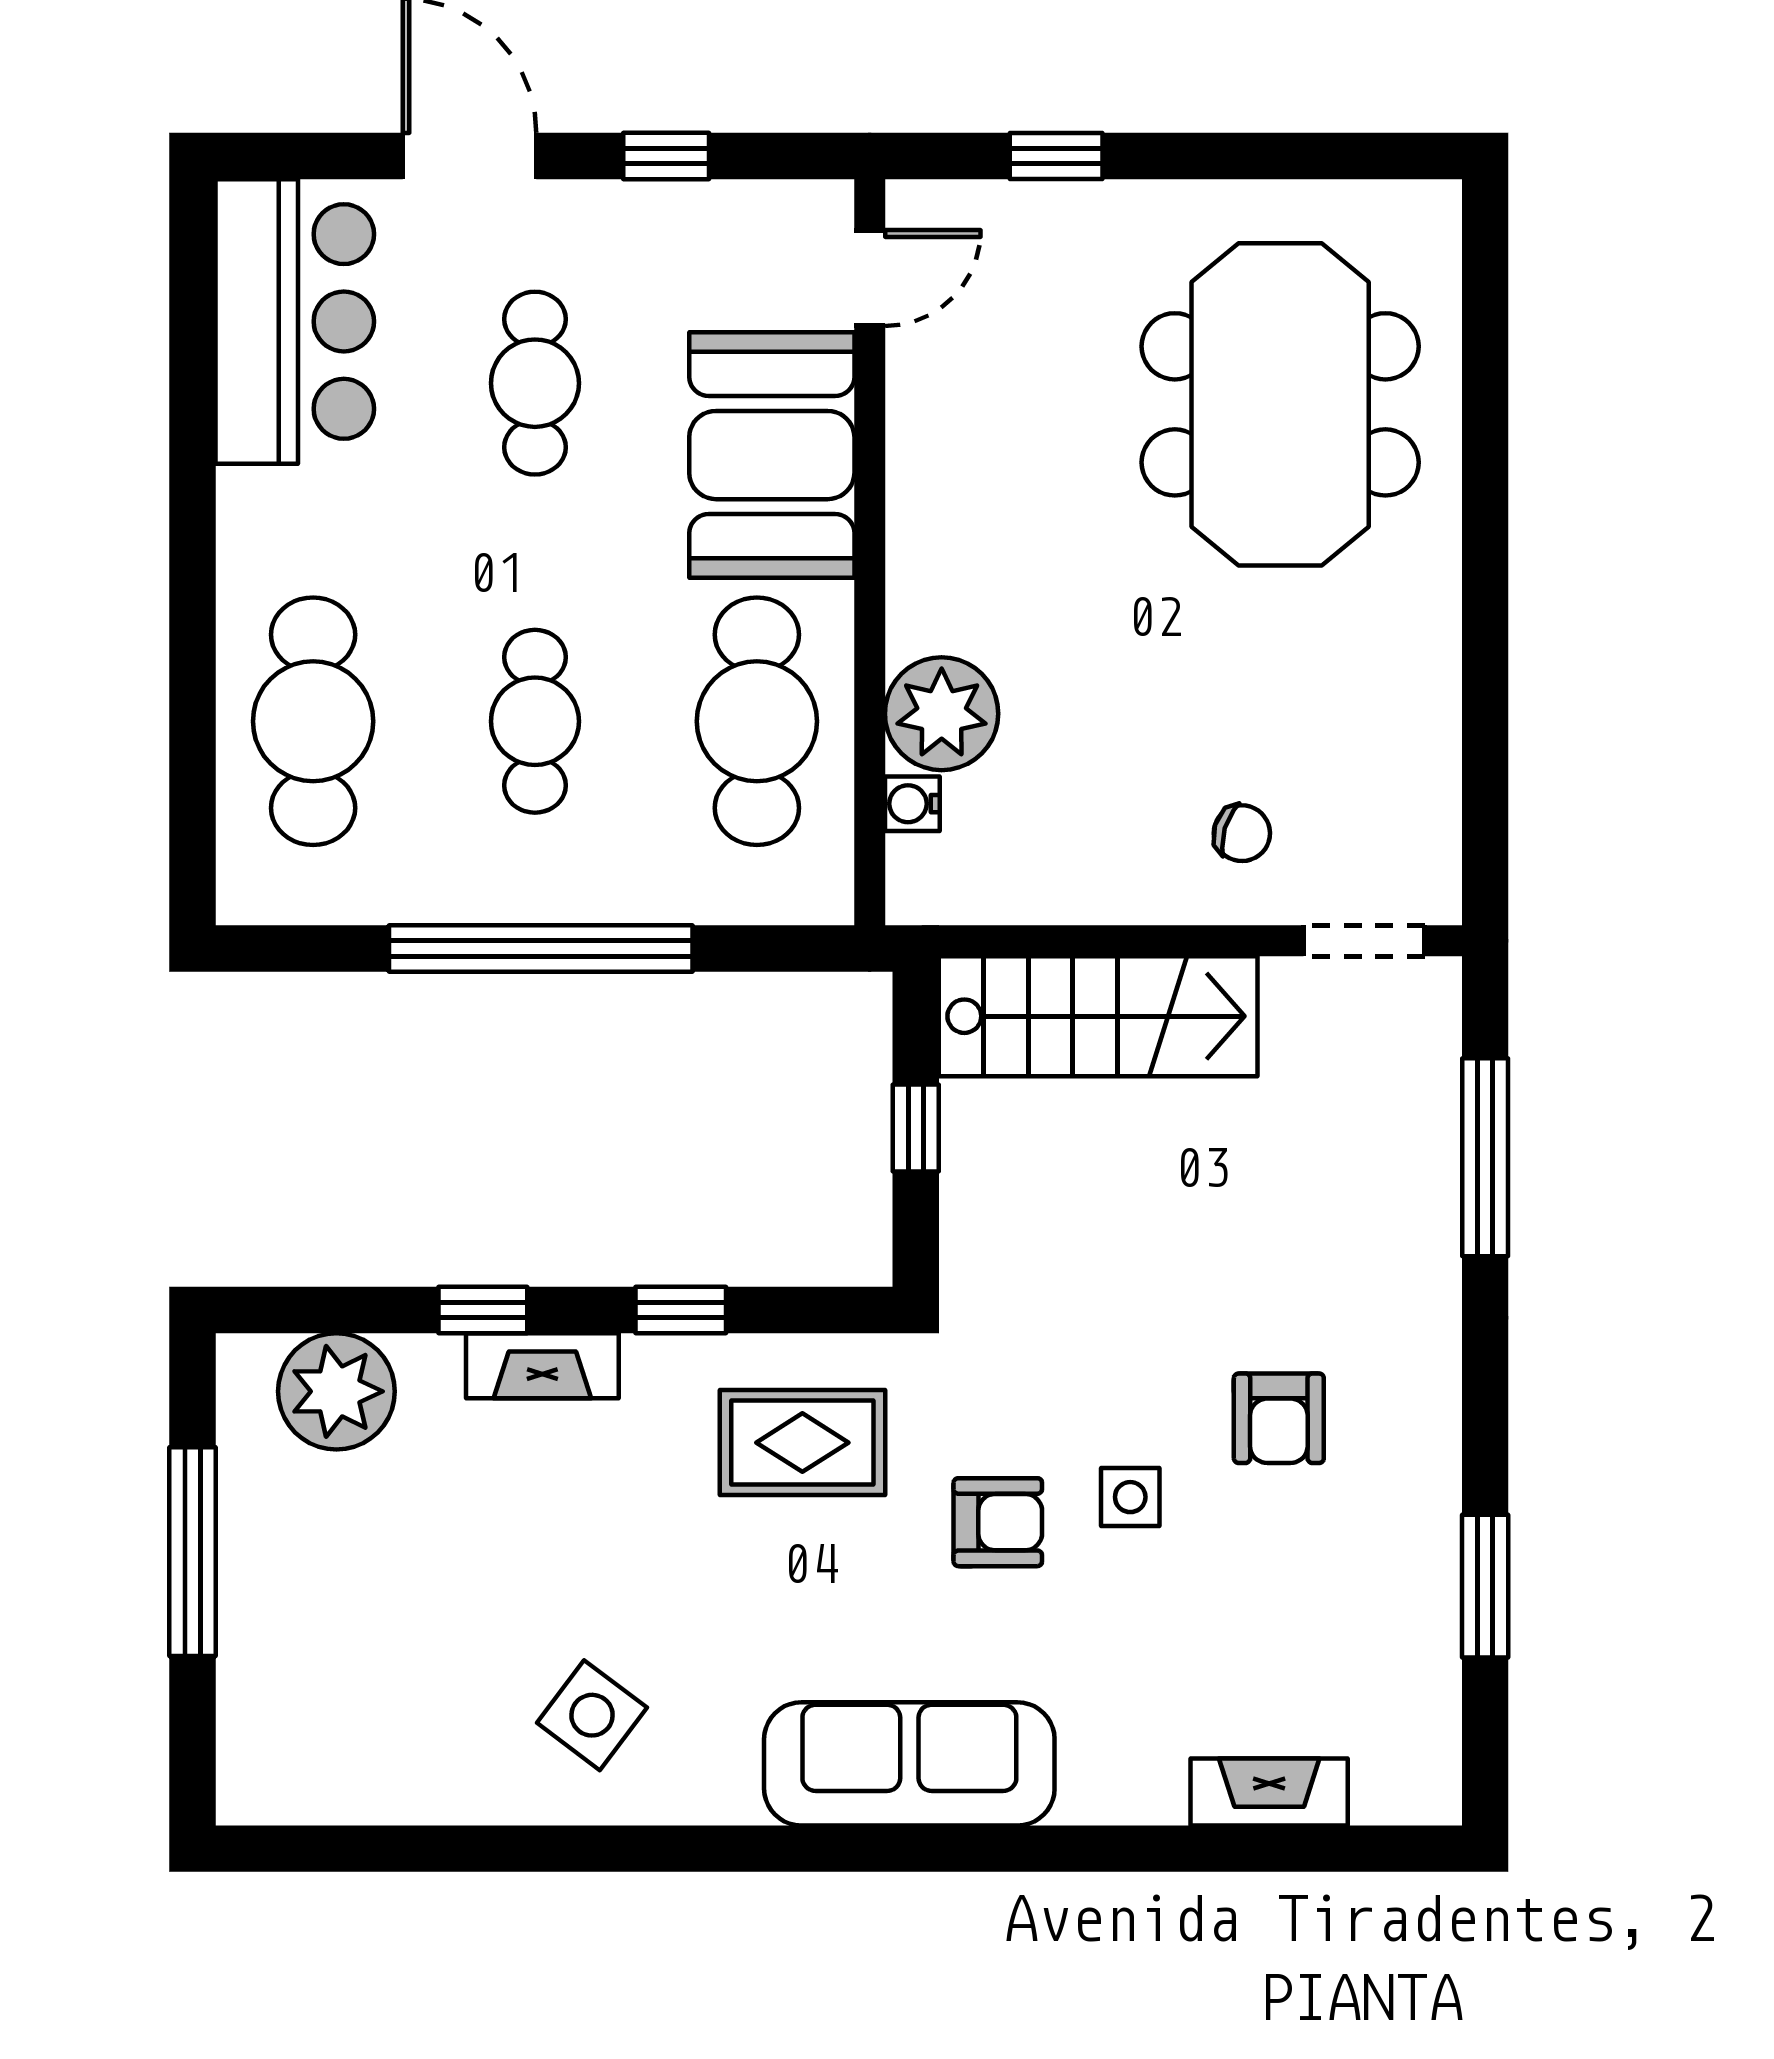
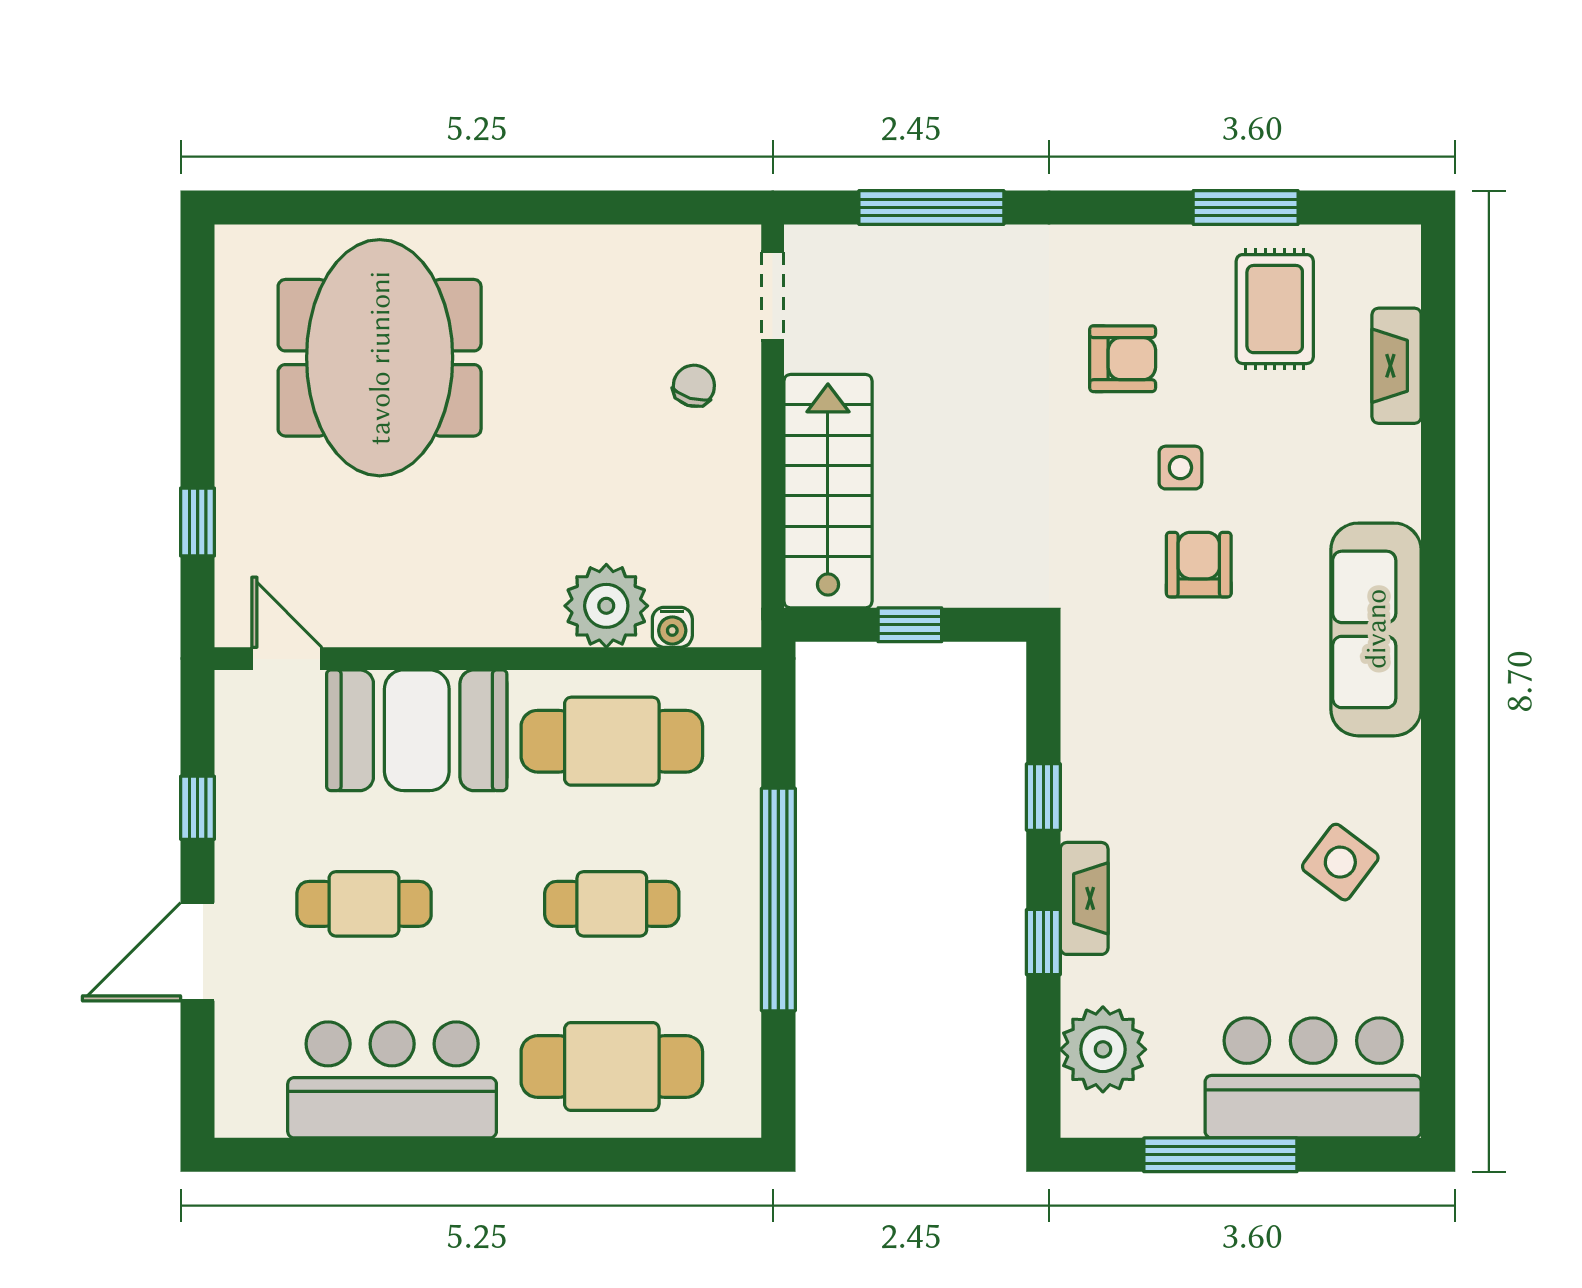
bar counter: (295, 321) -> (392, 1080), moved
meeting table: (1280, 404) -> (380, 358), turned 90
rug: (802, 1443) -> (1275, 309), moved
bar counter: (298, 1678) -> (1313, 1078), added

